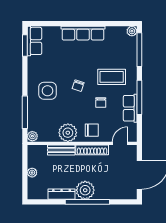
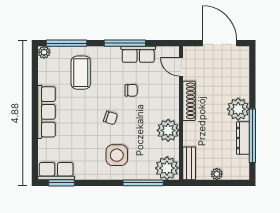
coffee table: (112, 77) -> (81, 73), moved
chair: (92, 130) -> (165, 101), removed
plant: (32, 136) -> (167, 168), width x1.88, depth x1.88
bench: (61, 150) -> (189, 163), moved
window: (87, 202) -> (252, 136), moved

